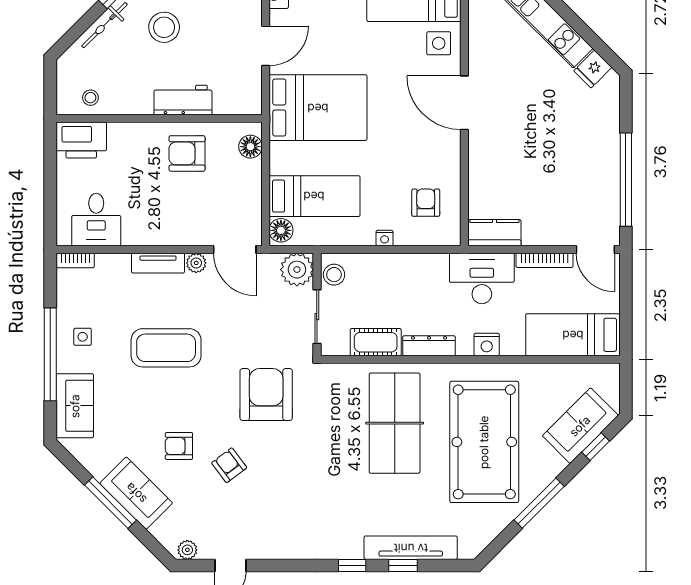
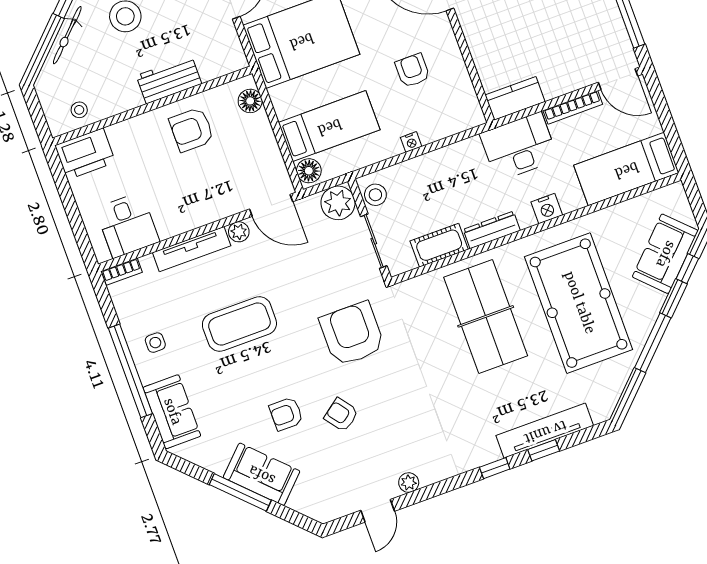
armchair: (426, 203) -> (413, 70), moved
tv unit: (158, 263) -> (192, 249), width x1.41
plant: (187, 550) -> (409, 483), moved

